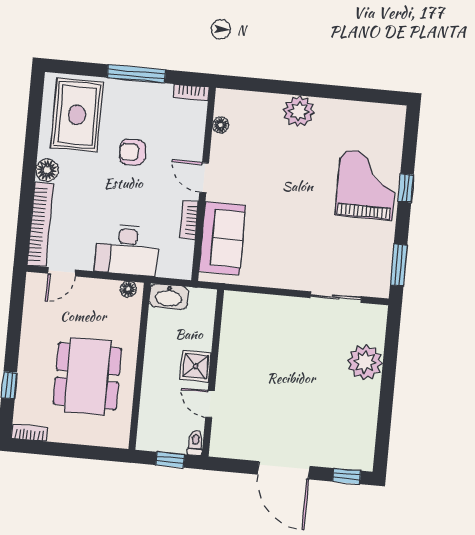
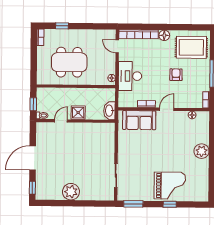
washbasin: (169, 297) -> (109, 111), moved
plant: (365, 362) -> (71, 192), moved

